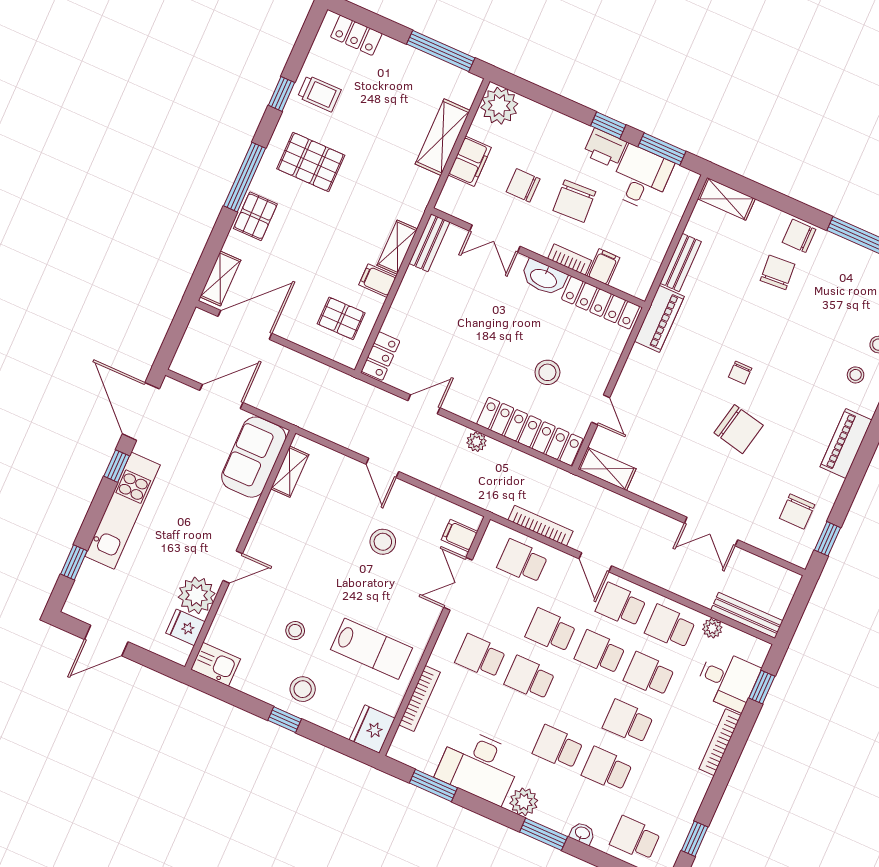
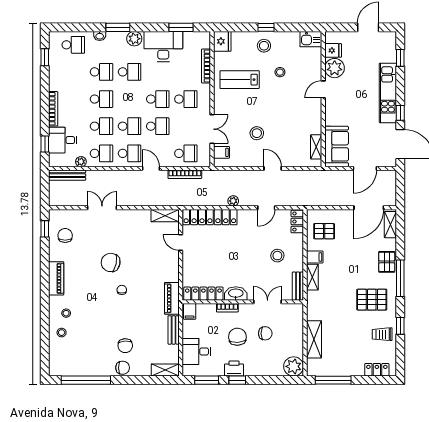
filing cabinet: (470, 161) -> (296, 334), removed
desk: (641, 178) -> (196, 351), moved, turned 90
filing cabinet: (603, 267) -> (190, 311), moved
stool: (547, 372) -> (277, 256), moved

